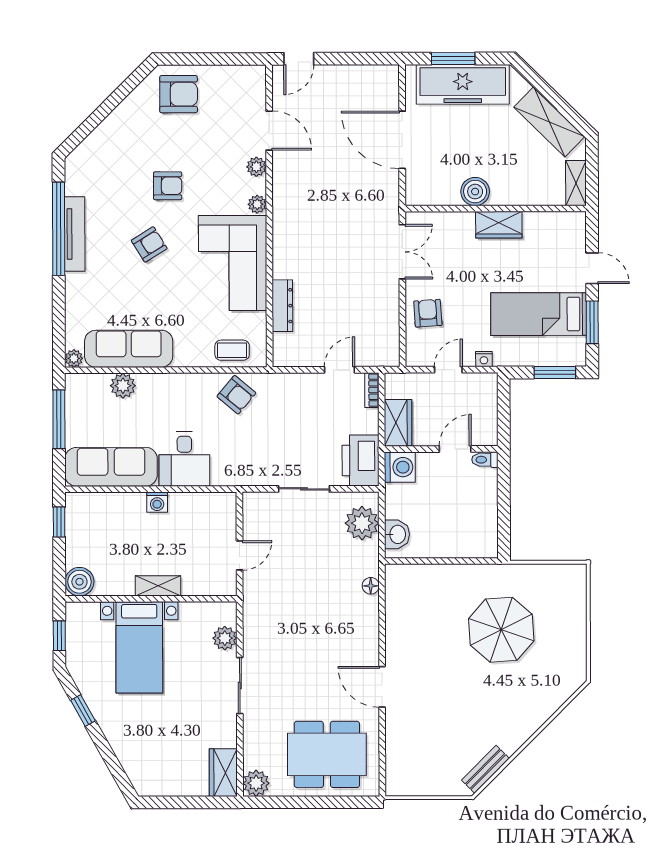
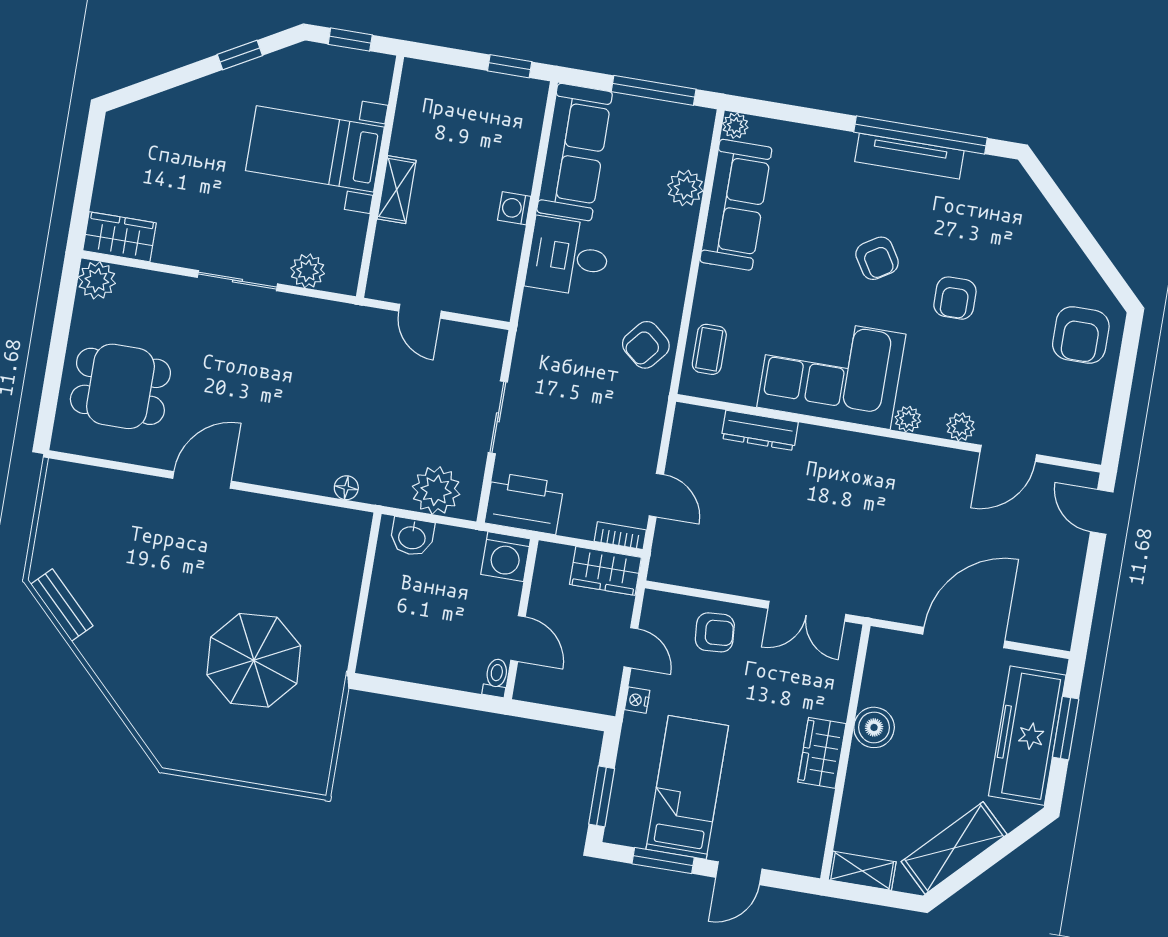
wardrobe: (398, 423) -> (605, 571), moved
boiler: (79, 582) -> (421, 81), removed
dining table: (327, 754) -> (120, 386), width x0.73

